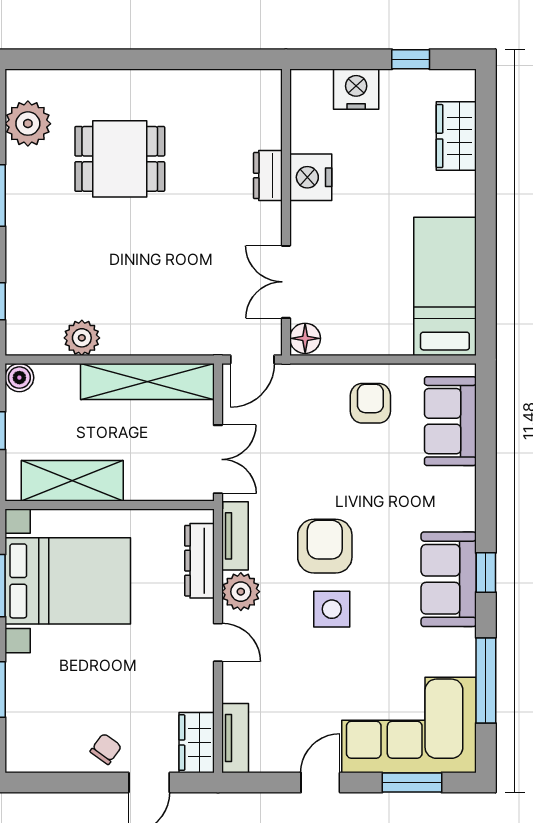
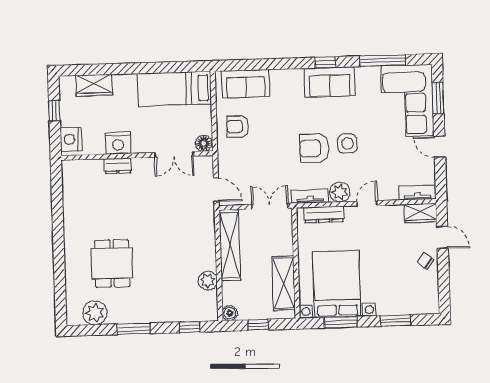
dresser: (268, 176) -> (118, 166), moved
nightstand: (311, 177) -> (118, 143), moved
wall: (286, 212) -> (137, 156), moved
double door: (286, 282) -> (174, 154), moved
floor lamp: (305, 338) -> (204, 143), moved

